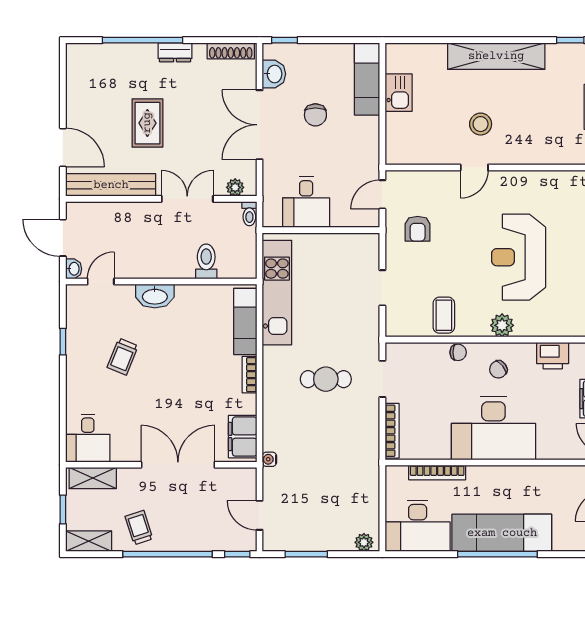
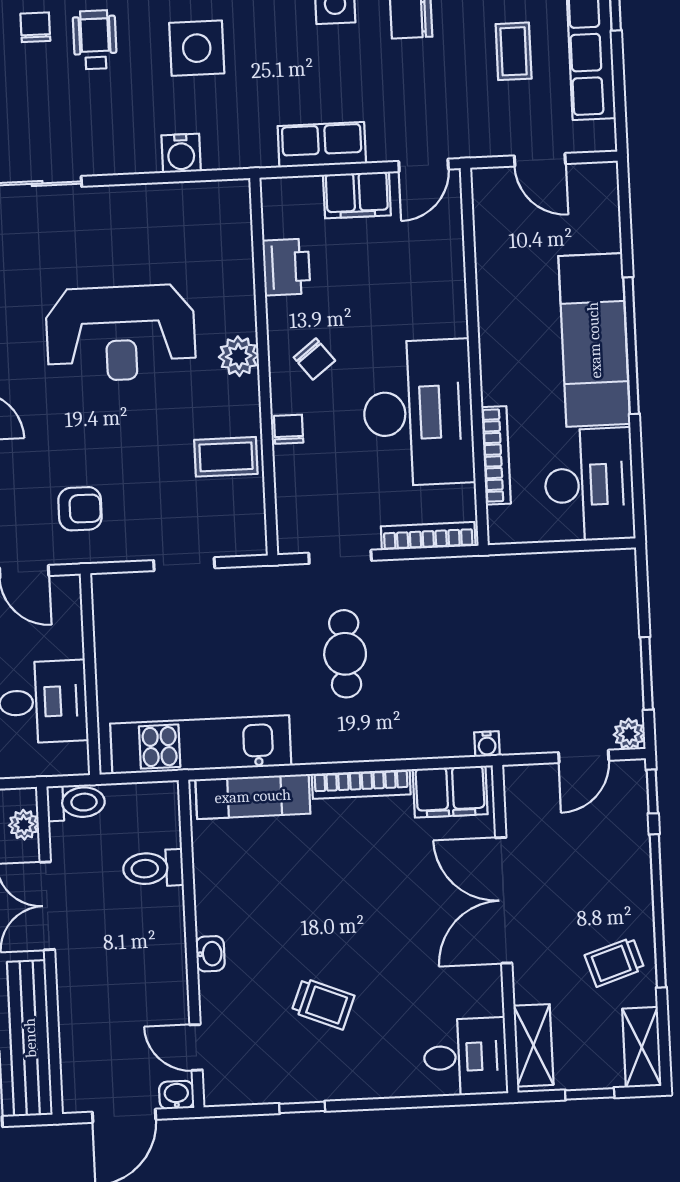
toilet: (249, 214) -> (76, 802), width x1.37, depth x1.39
washbasin: (155, 296) -> (210, 954), width x0.52, depth x0.69
bookcase: (250, 375) -> (361, 784), width x1.56
desk: (493, 428) -> (418, 413), moved
plant: (364, 542) -> (629, 734), moved

